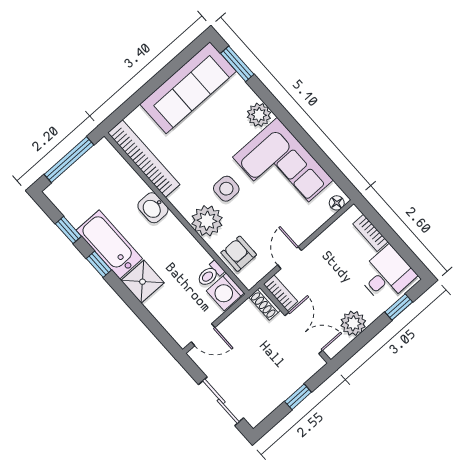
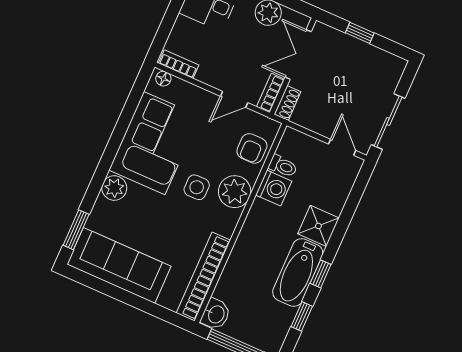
washbasin: (153, 208) -> (216, 314), moved
bookcase: (370, 233) -> (179, 64), moved, turned -90
washing machine: (225, 292) -> (274, 188), moved
sliding door: (221, 401) -> (388, 121), moved

